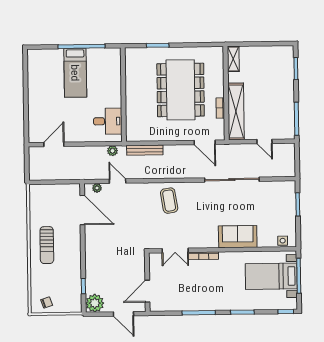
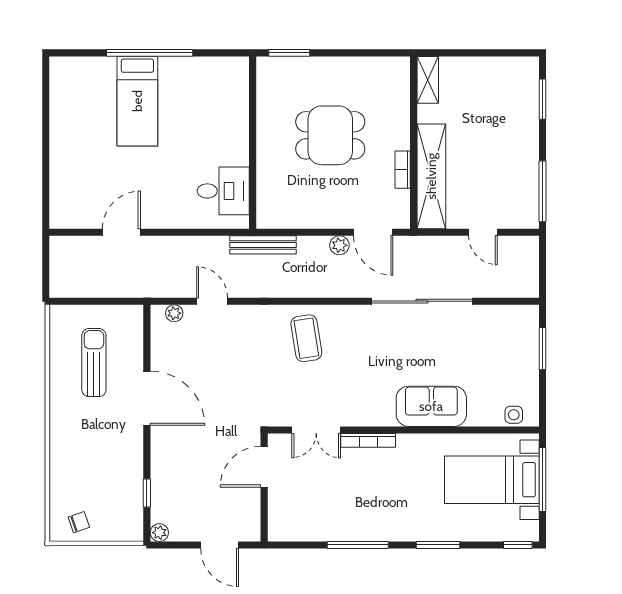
dining table: (181, 90) -> (330, 135), width x0.53, depth x0.80
wall: (123, 95) -> (253, 143), moved
desk: (108, 121) -> (223, 191), moved
door: (54, 144) -> (121, 232), moved
plant: (112, 151) -> (339, 245), moved
door: (82, 210) -> (147, 398), moved
sun lounger: (47, 245) -> (94, 363), moved, turned 180
door: (147, 291) -> (264, 467), moved
plant: (95, 303) -> (159, 533), width x0.53, depth x0.53

